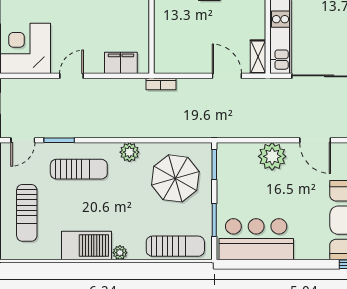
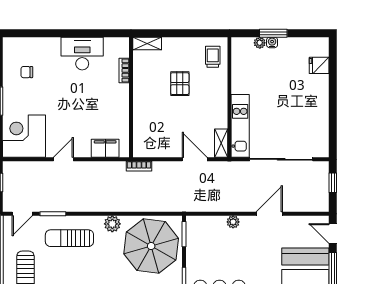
door: (315, 140) -> (269, 214), swing flipped
plant: (272, 156) -> (233, 222), width x0.53, depth x0.53
sun lounger: (79, 169) -> (69, 238), turned 180
parasol: (175, 178) -> (151, 246), width x1.36, depth x1.36

